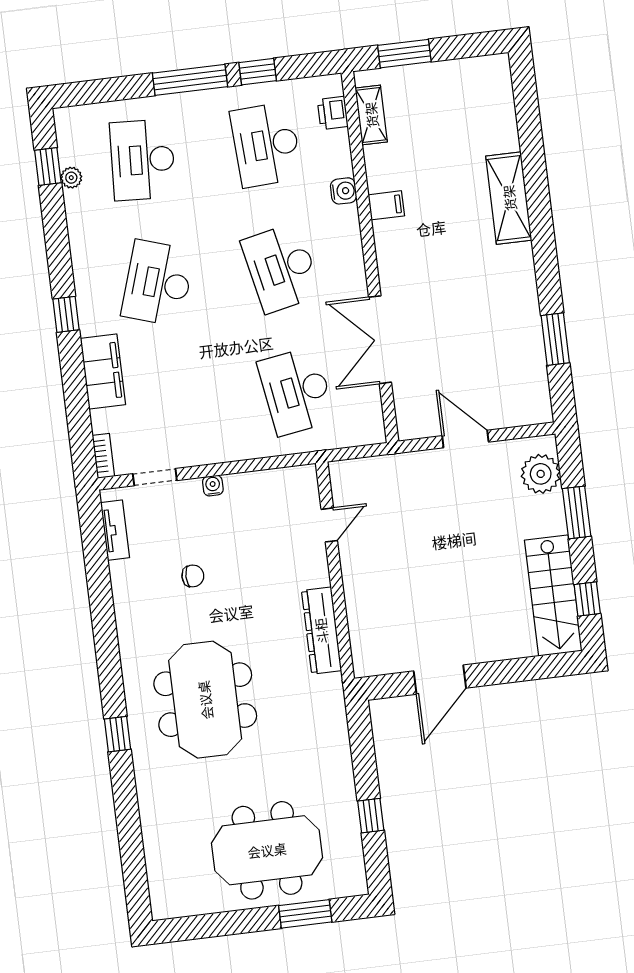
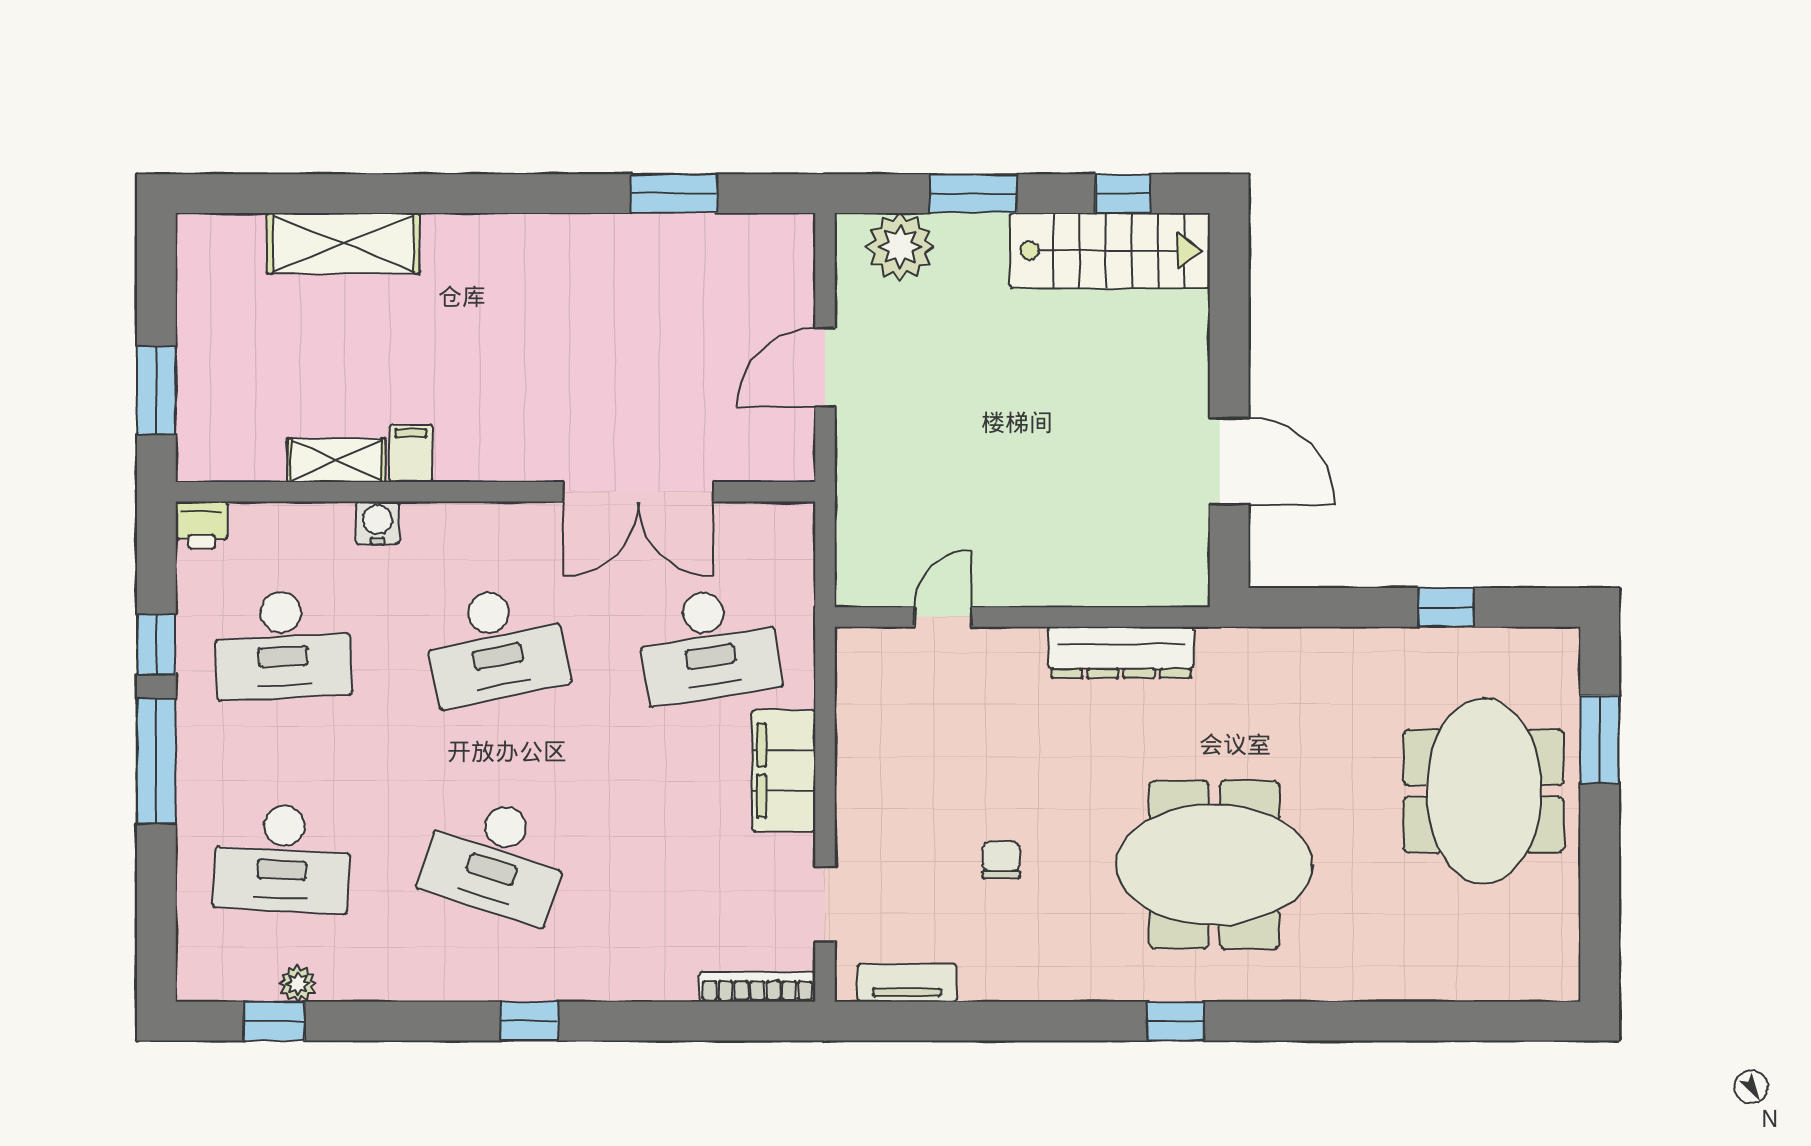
printer: (333, 113) -> (202, 525), moved
shelving: (371, 115) -> (336, 460), moved
shelving: (509, 198) -> (344, 243), moved
filing cabinet: (103, 372) -> (784, 771), moved, turned -90
bookcase: (103, 456) -> (757, 987), width x1.56
water cooler: (213, 486) -> (852, 807), removed
door: (329, 525) -> (943, 617), hinge flipped
window: (118, 734) -> (1176, 1021), moved

